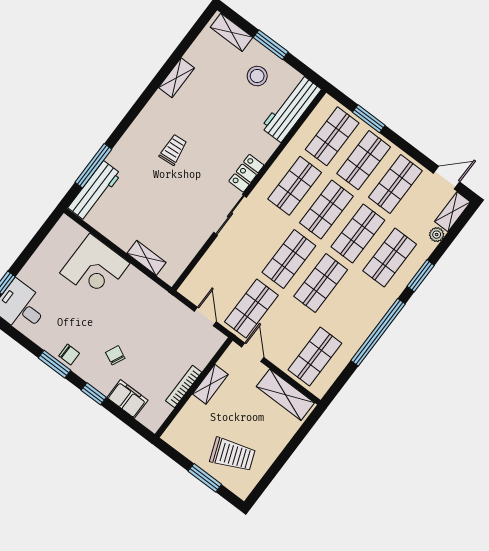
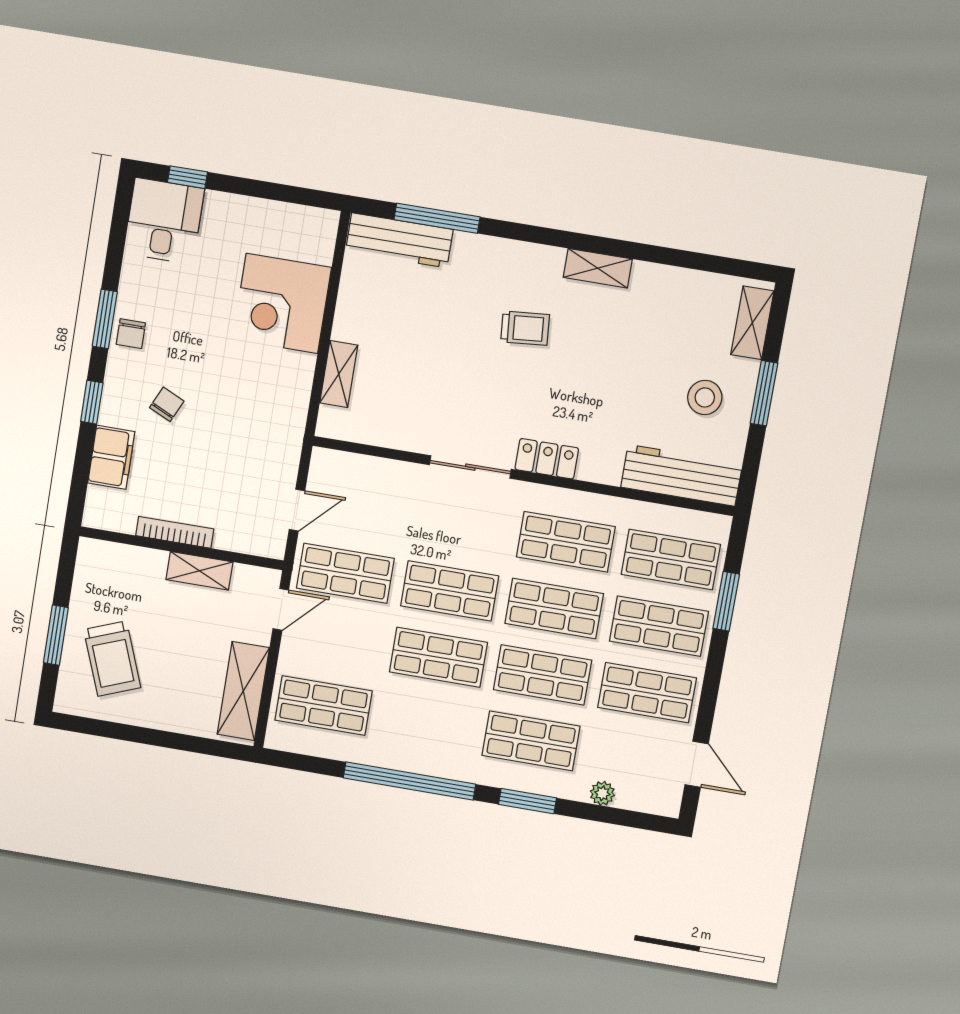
shelving: (177, 78) -> (598, 268), moved
shelving: (452, 212) -> (649, 799), removed

